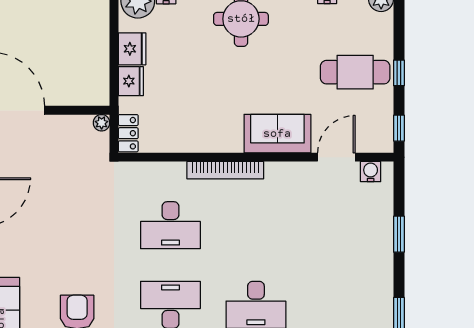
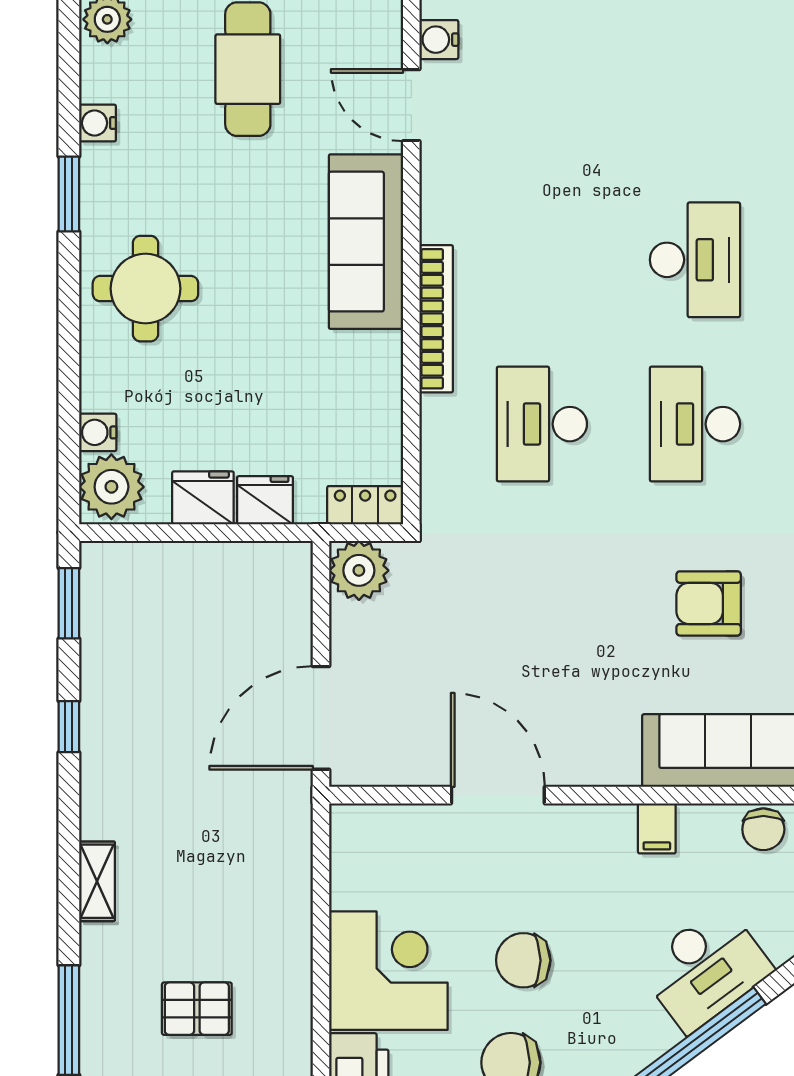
plant: (102, 123) -> (359, 570), width x1.88, depth x1.88
sofa: (277, 134) -> (366, 242), width x1.36
desk: (170, 225) -> (542, 424), turned 180

